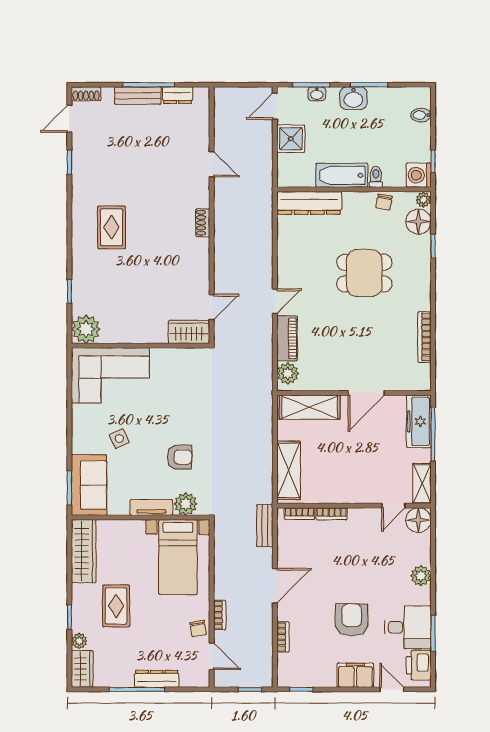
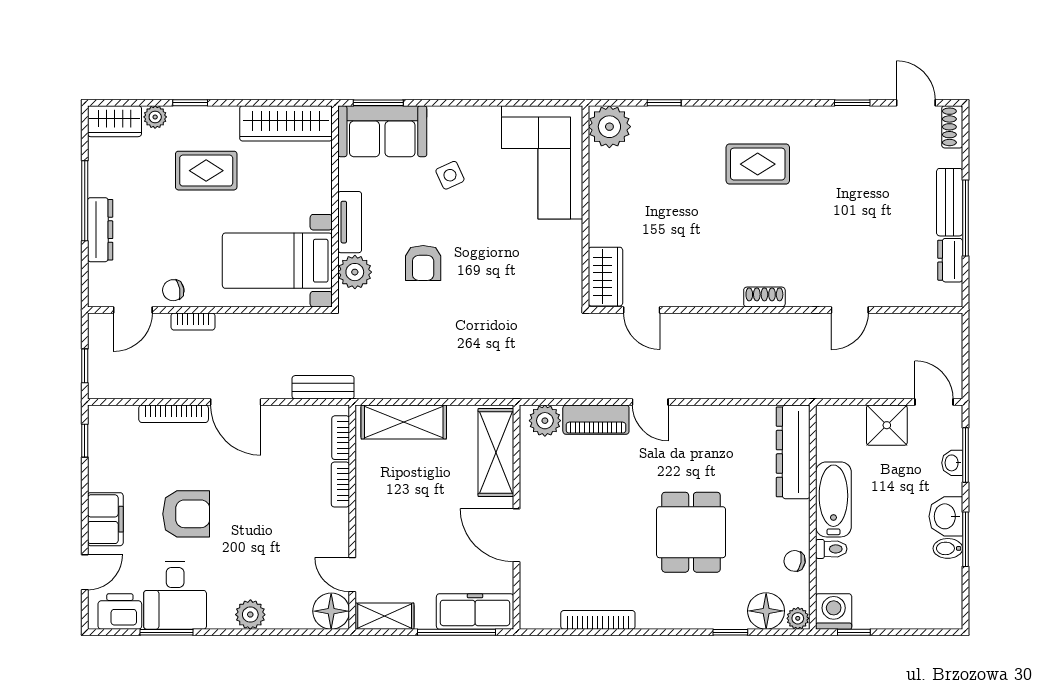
bidet: (421, 115) -> (948, 548), moved, turned -90
bookcase: (283, 637) -> (174, 414), width x1.56

